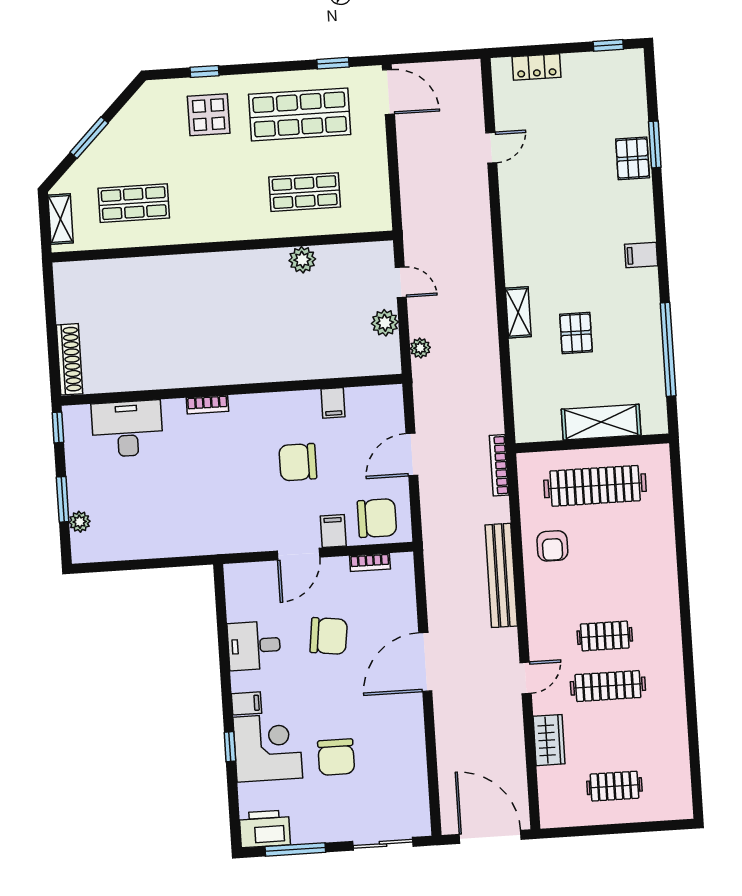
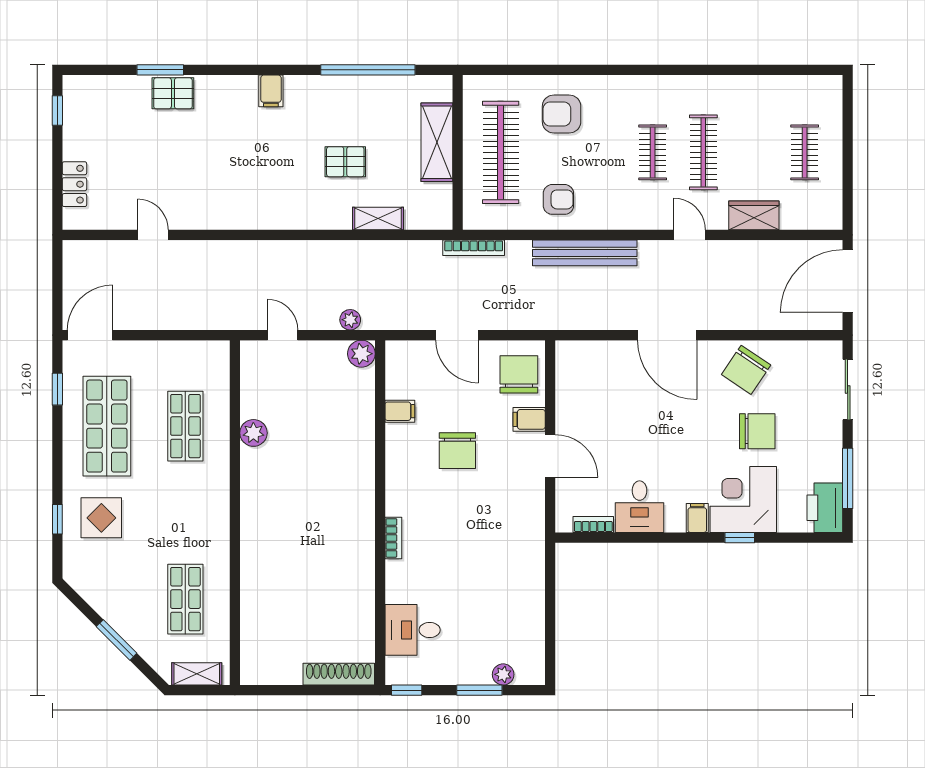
door: (401, 282) -> (283, 335), hinge flipped
shelving: (518, 312) -> (378, 219), moved
plant: (385, 323) -> (361, 354), moved
desk: (127, 429) -> (413, 630), width x0.73
armchair: (637, 544) -> (562, 114), added
bookcase: (370, 562) -> (593, 525), moved, turned -90
chair: (329, 636) -> (746, 370), moved, turned -153

